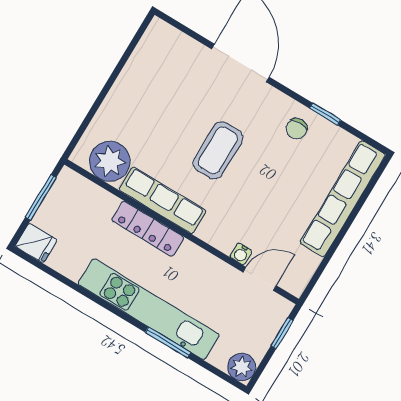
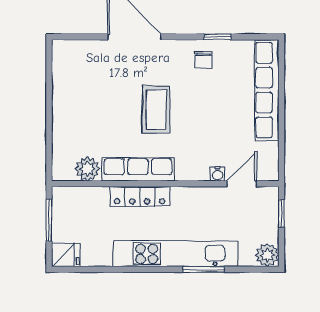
plant: (110, 161) -> (88, 169), width x0.73, depth x0.73

